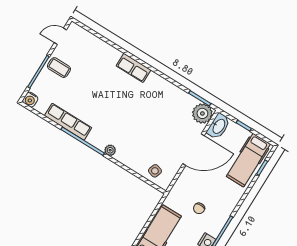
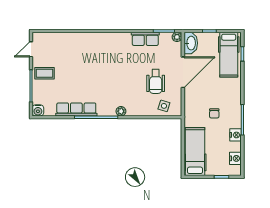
row of seats: (134, 68) -> (145, 39), moved
plant: (202, 113) -> (177, 37), width x0.53, depth x0.53
wheelchair: (162, 142) -> (156, 81), added

